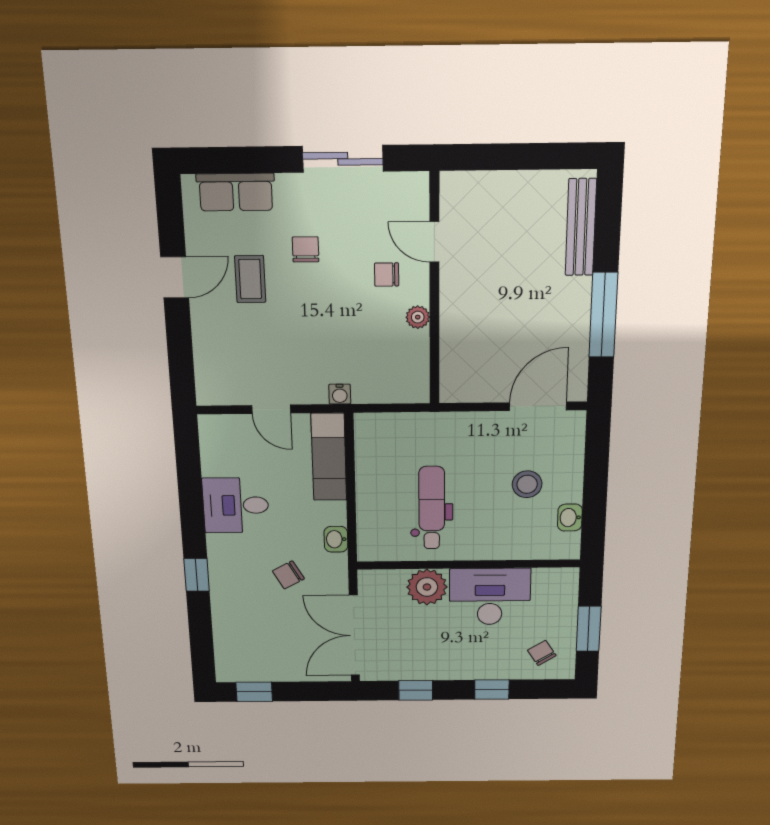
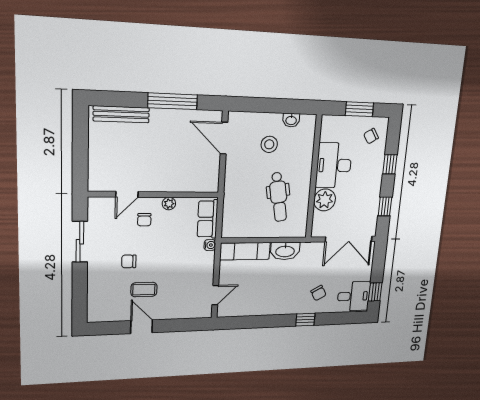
row of seats: (236, 192) -> (208, 219), moved, turned 180
door: (271, 409) -> (215, 295), moved
desk: (236, 505) -> (354, 296), moved, turned -90
dental chair: (432, 508) -> (279, 197), turned -100
washbasin: (336, 539) -> (285, 251), width x1.91, depth x1.45
chair: (288, 575) -> (318, 293), moved

